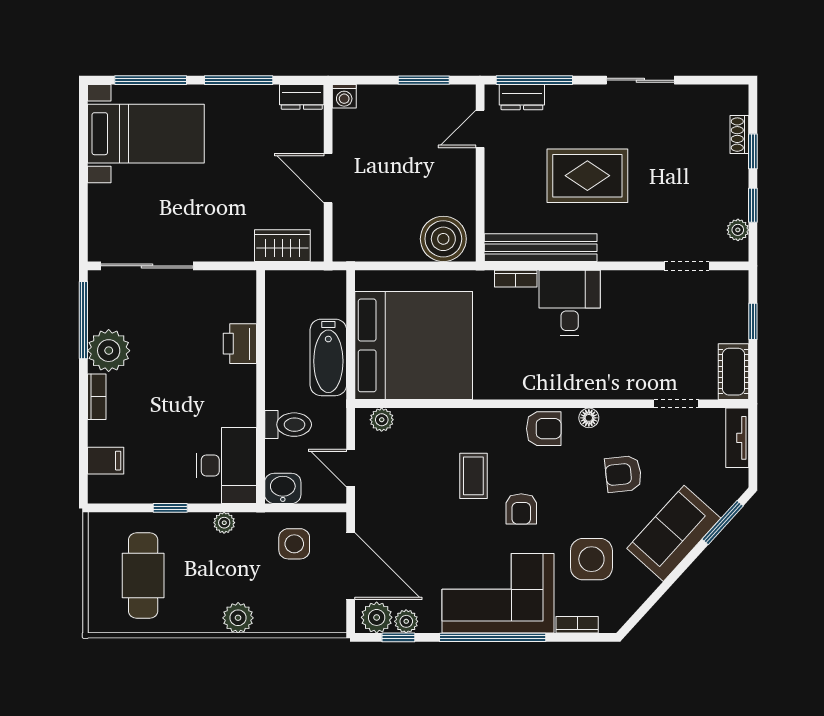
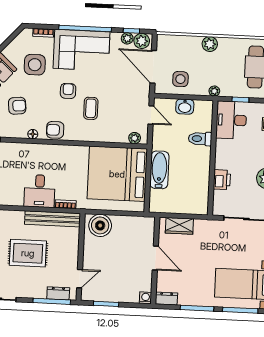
printer: (240, 344) -> (222, 180), moved
wall: (261, 387) -> (213, 158), moved
toilet: (288, 425) -> (200, 139), moved
desk: (226, 466) -> (231, 120), moved

